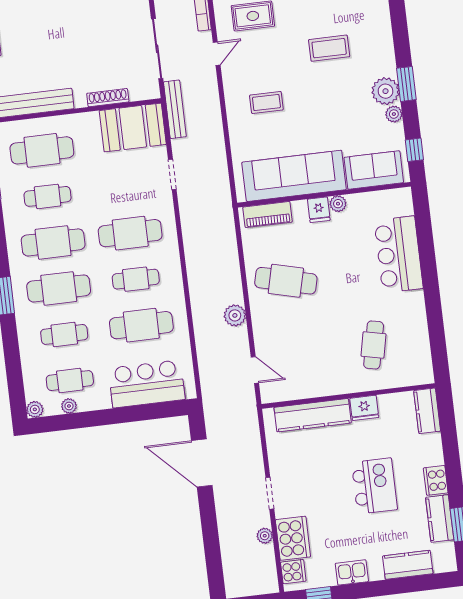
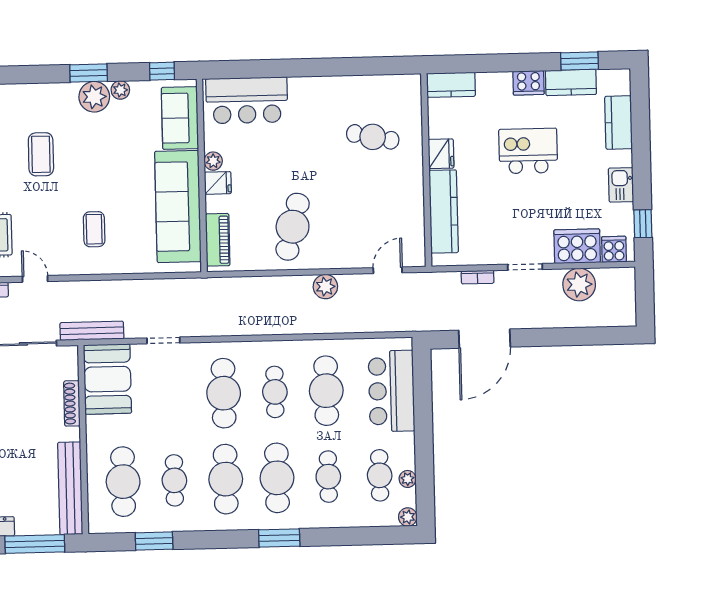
bar counter: (399, 254) -> (247, 100), moved
bookcase: (256, 451) -> (478, 277), added
plant: (265, 536) -> (579, 285), width x1.87, depth x1.87

